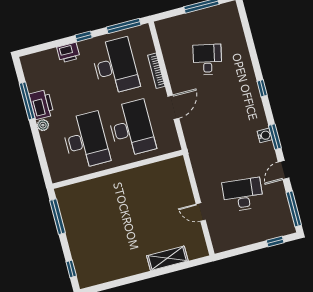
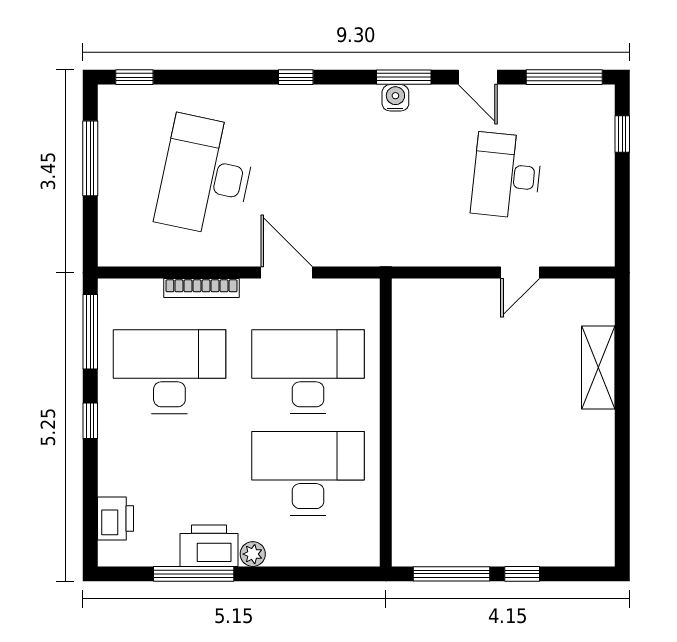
window: (243, 16) -> (134, 77), added
printer: (68, 53) -> (115, 519), moved
desk: (207, 60) -> (206, 176), width x1.87, depth x1.30
window: (71, 269) -> (522, 574), moved

